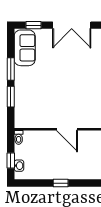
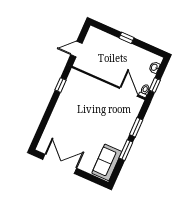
window: (33, 25) -> (91, 178), removed
door: (67, 129) -> (129, 92), moved
window: (11, 161) -> (155, 85), moved

